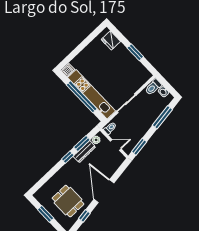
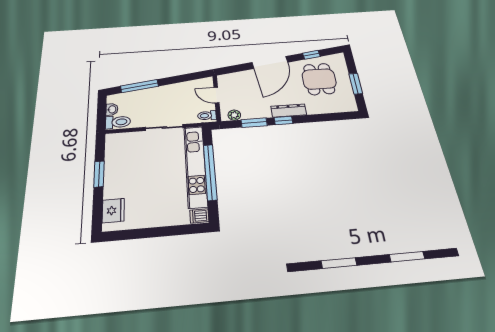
window: (139, 147) -> (192, 76), removed
dresser: (84, 152) -> (289, 111), moved

